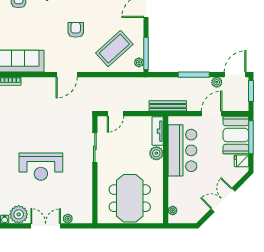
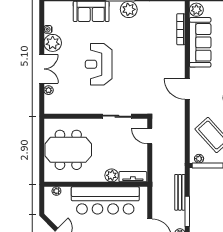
bench: (168, 106) -> (180, 192), moved
bar counter: (182, 150) -> (105, 200), width x1.36

